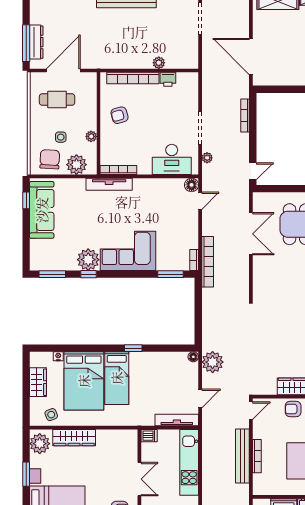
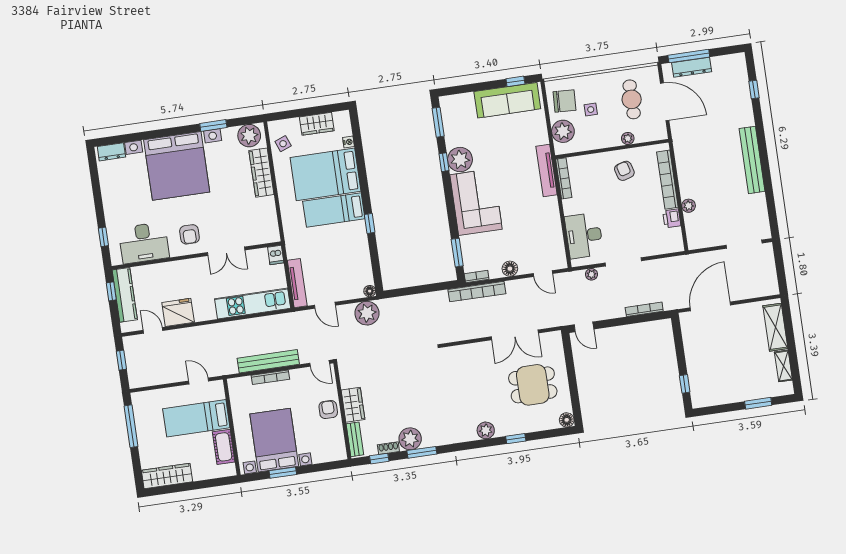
plant: (91, 136) -> (628, 138), moved
floor lamp: (192, 185) -> (510, 269), moved

